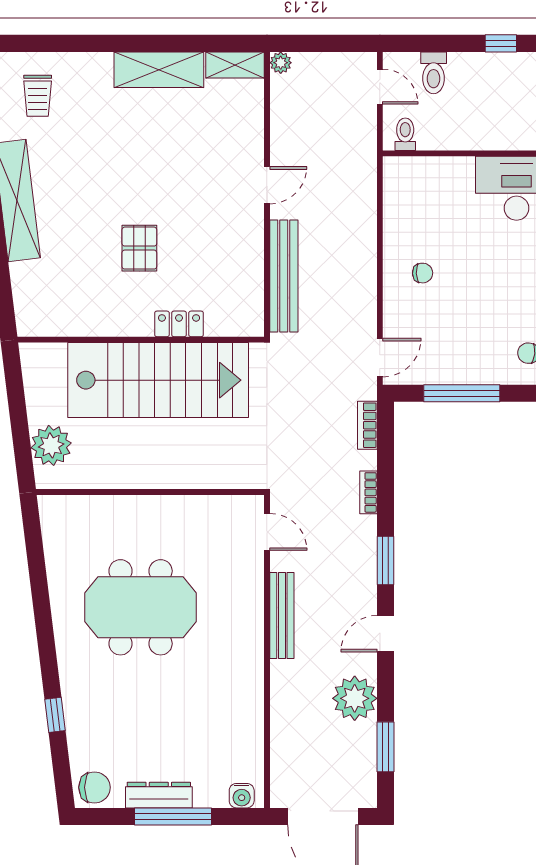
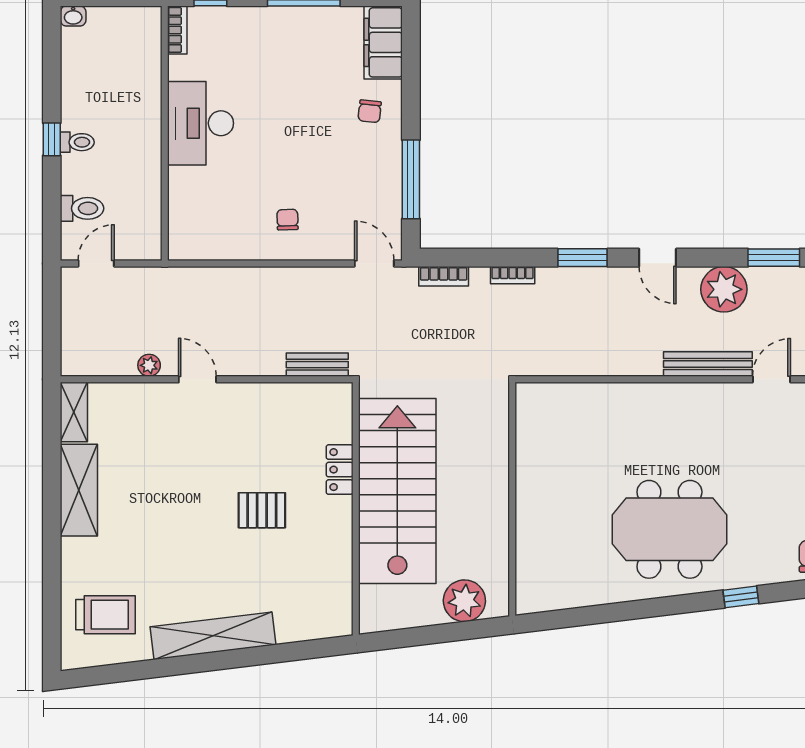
plant: (281, 63) -> (149, 365), moved
trolley: (38, 96) -> (106, 615), width x1.36, depth x1.39
toilet: (405, 134) -> (77, 142), moved, turned 180
bench: (284, 276) -> (317, 365), width x0.54, depth x0.82
door: (267, 532) -> (772, 379), moved
meeting table: (141, 607) -> (669, 529), moved, turned 90
bench: (282, 615) -> (708, 364), moved

